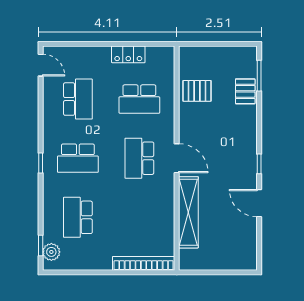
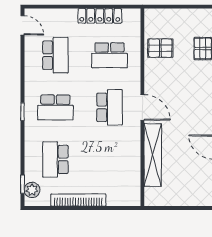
locker: (128, 54) -> (100, 16), width x1.53
school desk: (139, 158) -> (110, 107), turned 180
bookcase: (144, 263) -> (78, 200), moved

